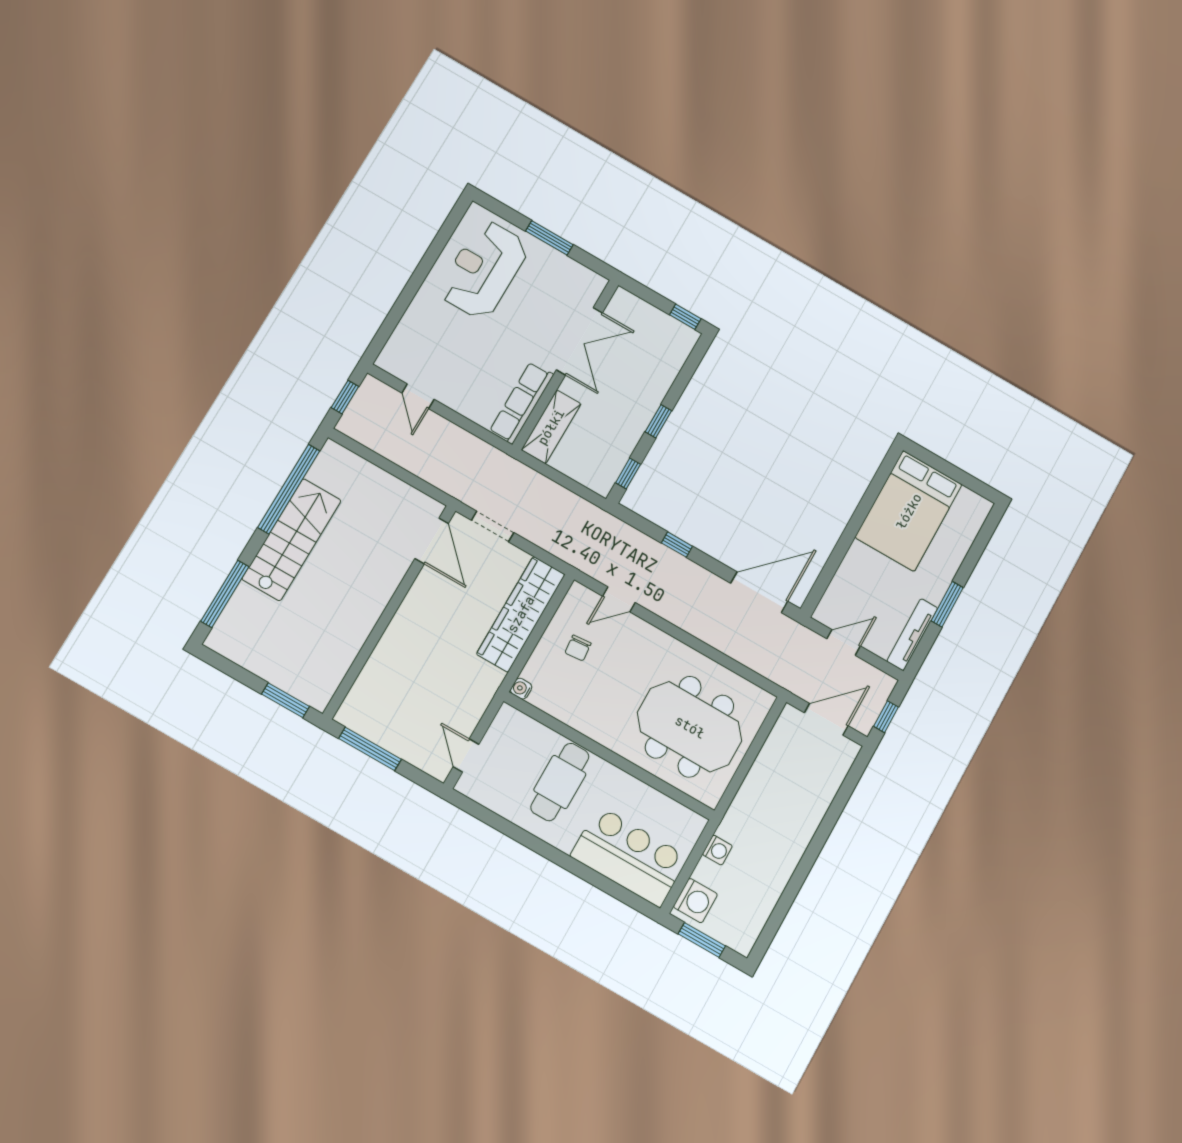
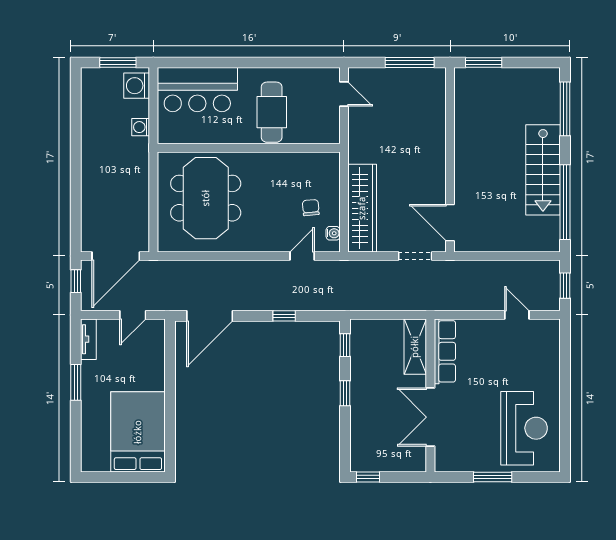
tv unit: (912, 635) -> (88, 339), width x0.71
water cooler: (521, 689) -> (333, 233), moved
door: (826, 719) -> (116, 256), width x1.36
meeting table: (690, 727) -> (206, 198), turned 90

